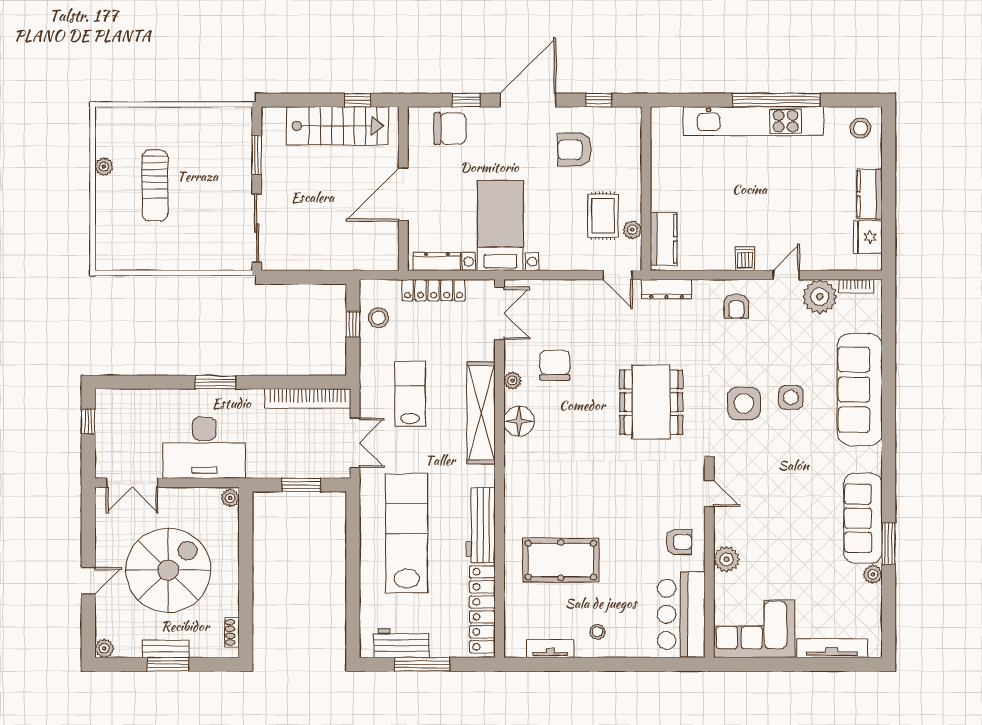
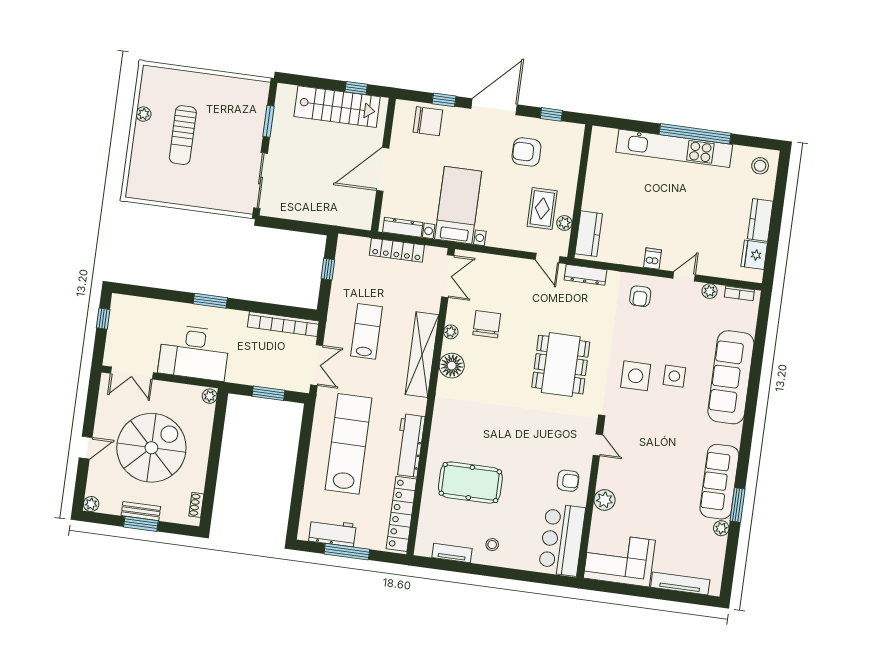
plant: (820, 297) -> (710, 291), width x0.53, depth x0.53
stool: (379, 318) -> (349, 266), removed

